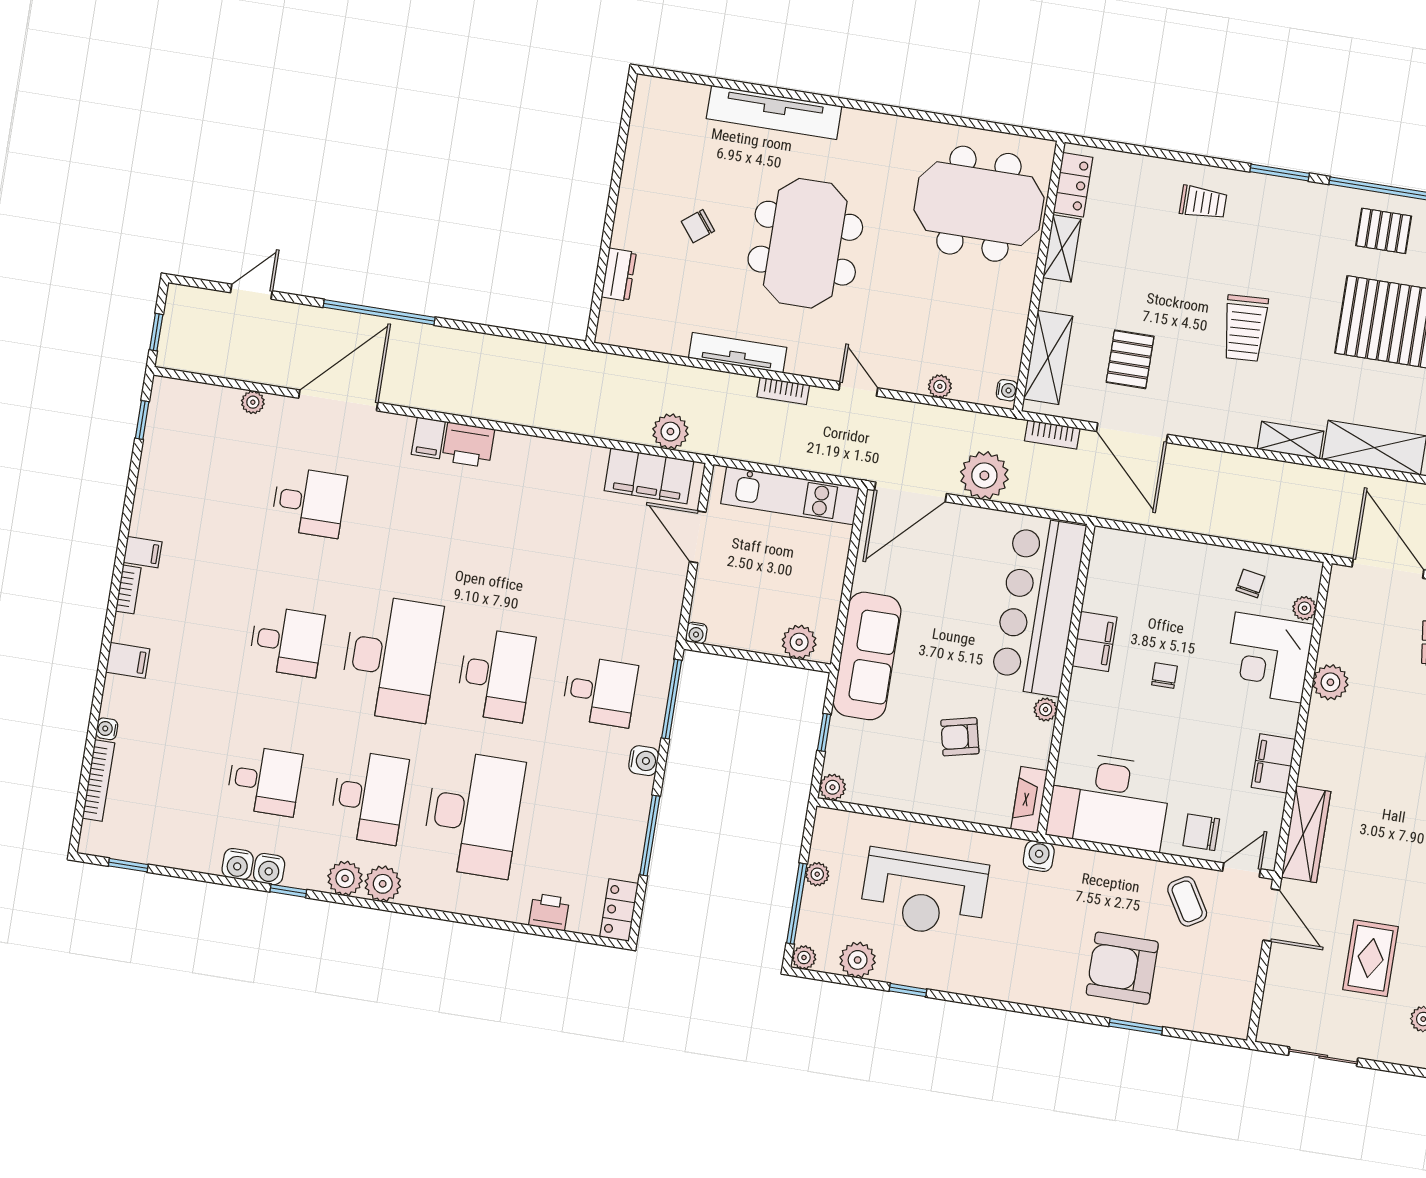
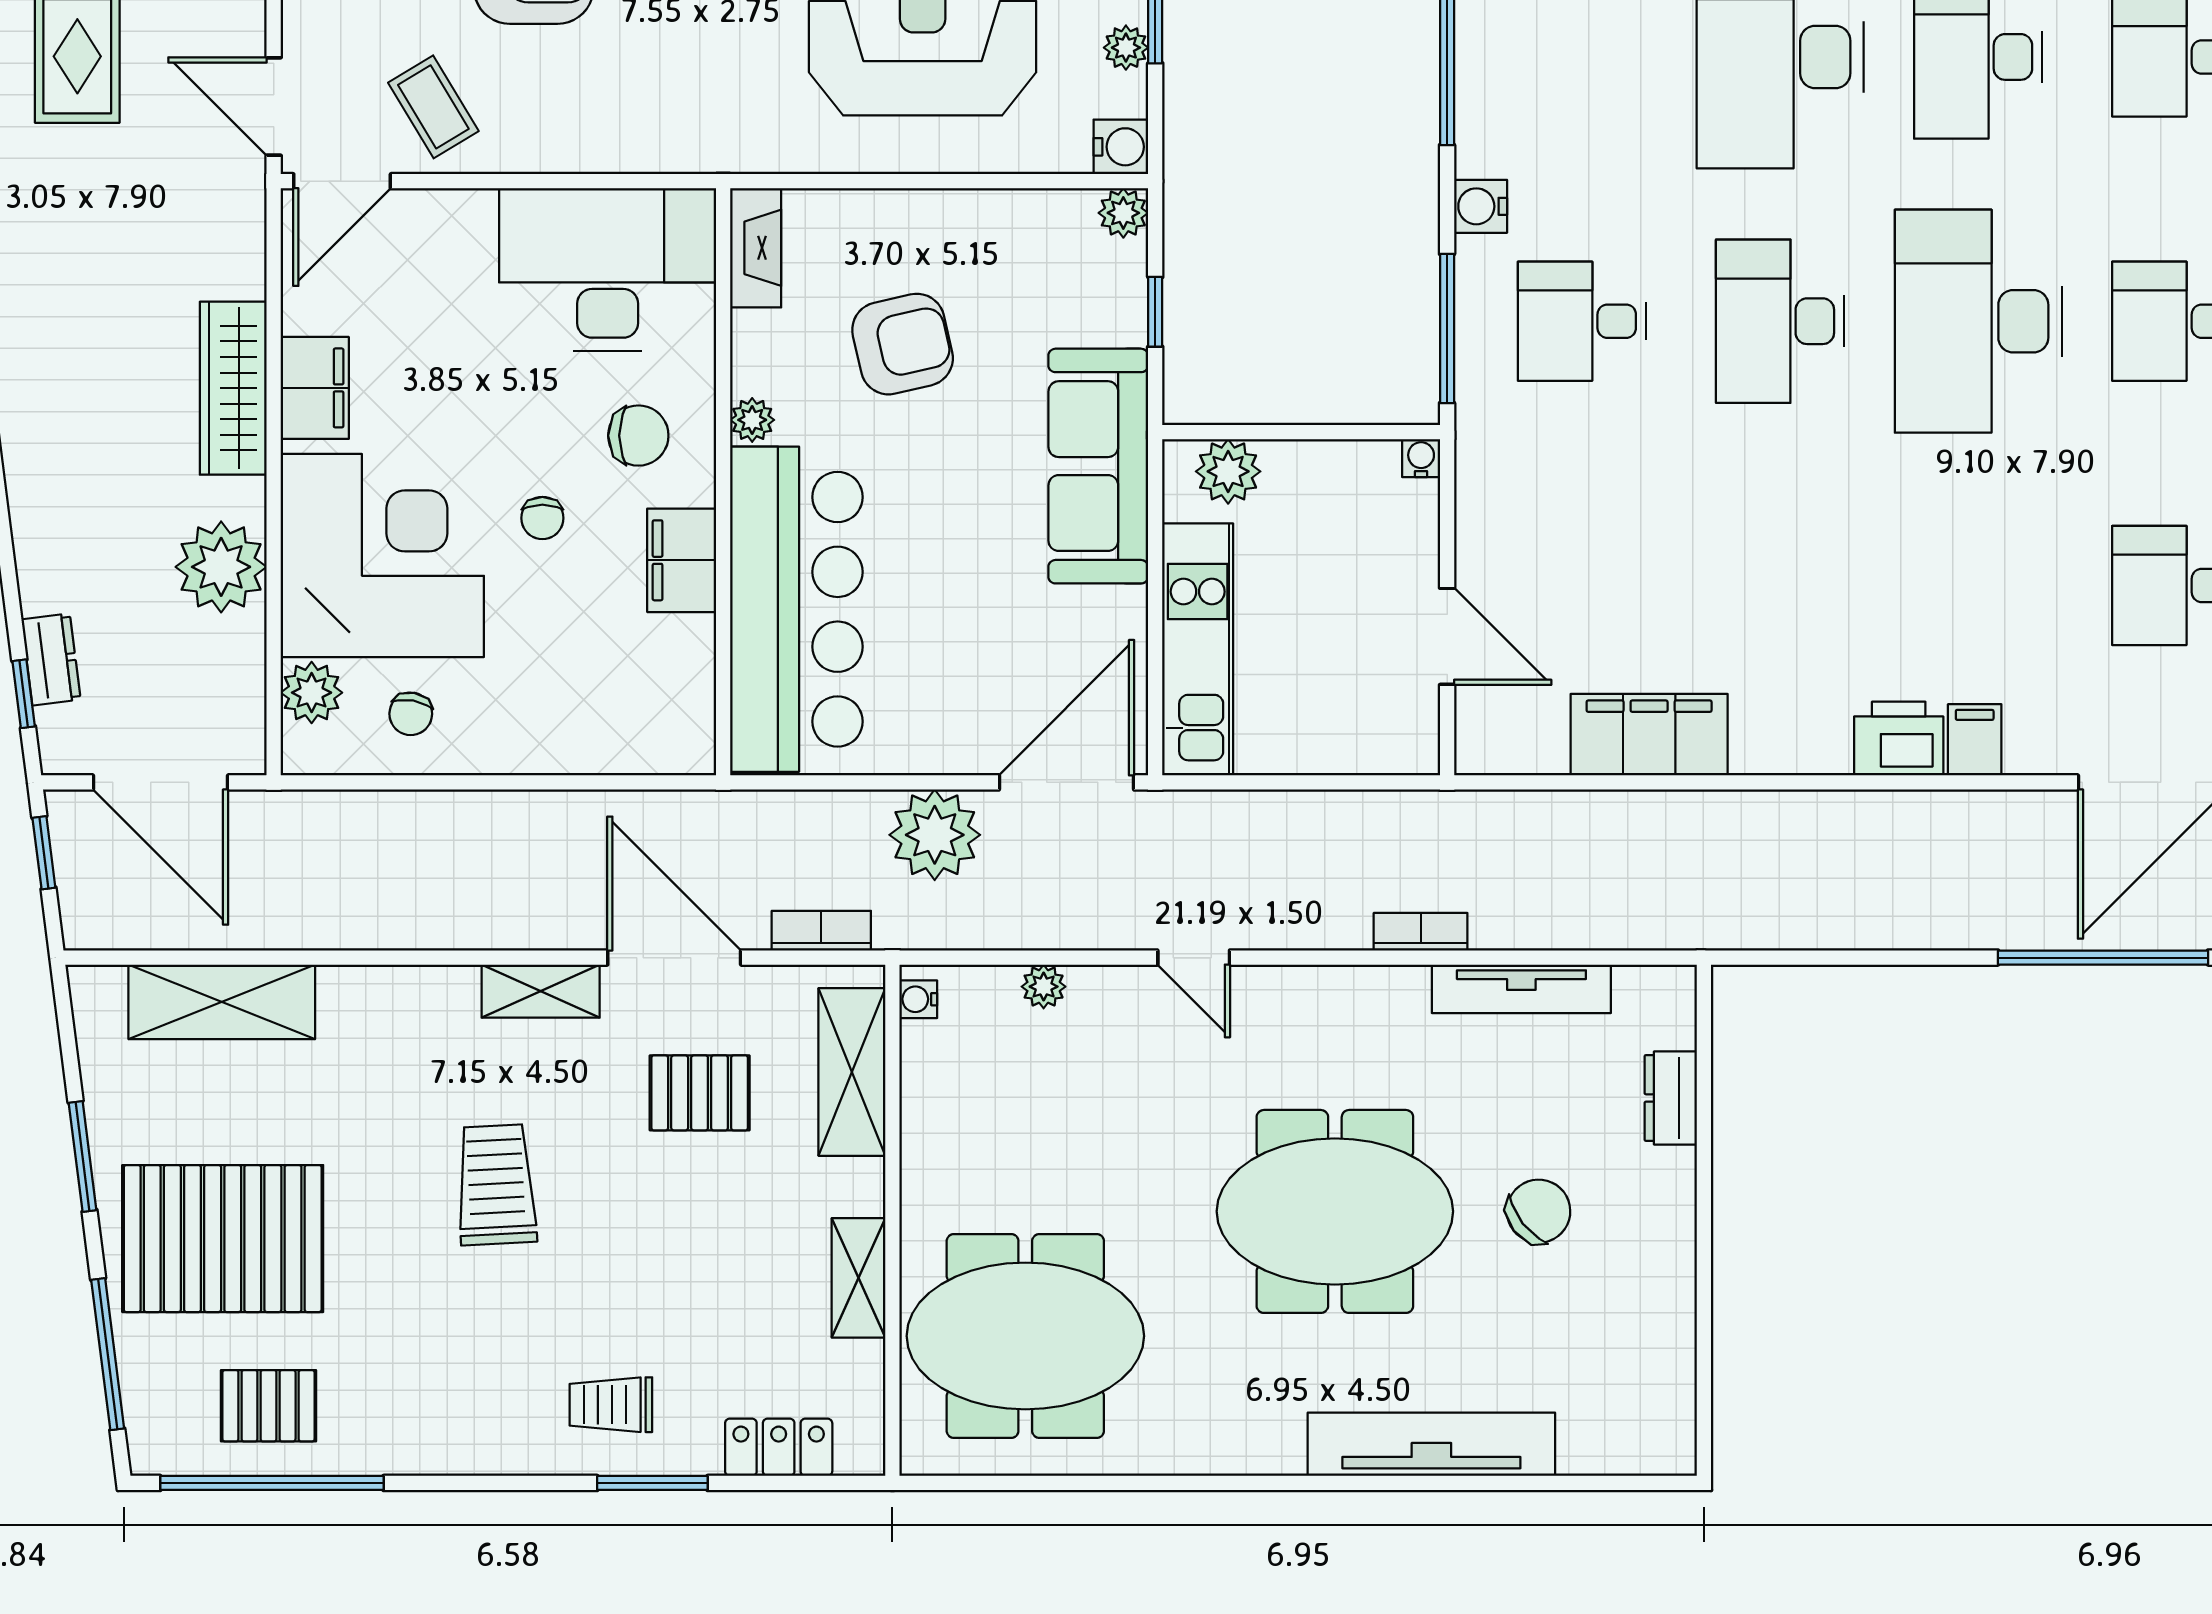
window: (1280, 172) -> (652, 1483), moved
locker: (1073, 185) -> (779, 1447), moved, turned 90
chair: (698, 226) -> (1539, 1211), width x1.37, depth x1.37
meeting table: (805, 243) -> (1335, 1211), turned 90
tv unit: (738, 353) -> (1521, 989), moved
pallet: (1130, 359) -> (700, 1093), turned 90
bookcase: (783, 391) -> (1421, 932), moved
plant: (670, 432) -> (1529, 823), removed
shelving: (1291, 440) -> (541, 991), moved
filing cabinet: (649, 476) -> (1649, 735), moved
kitchen unit: (790, 496) -> (1198, 649), moved, turned 90
plant: (1305, 608) -> (312, 693), width x1.38, depth x1.38
corner desk: (1268, 657) -> (382, 555), width x1.36, depth x1.36
plant: (1330, 682) -> (221, 567), width x1.36, depth x1.36
armchair: (960, 737) -> (903, 344), width x1.38, depth x1.38
chair: (1201, 832) -> (638, 436), moved
wardrobe: (1306, 834) -> (233, 388), moved
water cooler: (1039, 856) -> (1121, 147), moved, turned -90
door: (1242, 870) -> (342, 181), width x1.38

